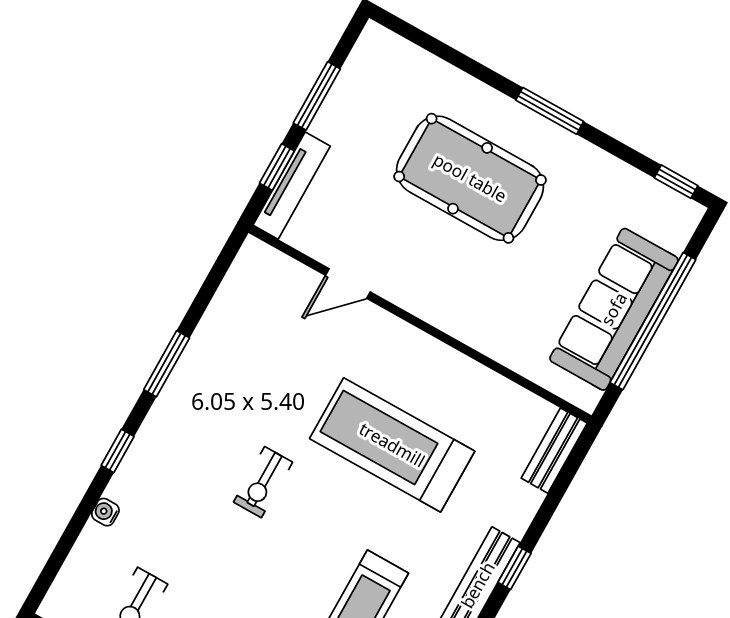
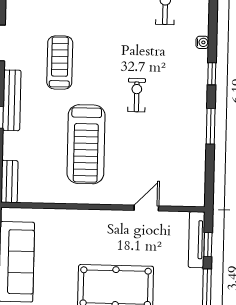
treadmill: (392, 445) -> (86, 144), turned 90

